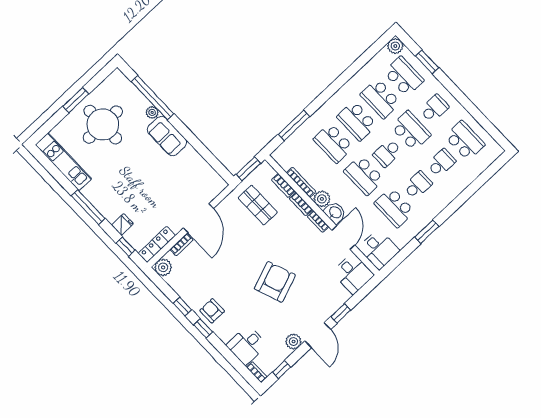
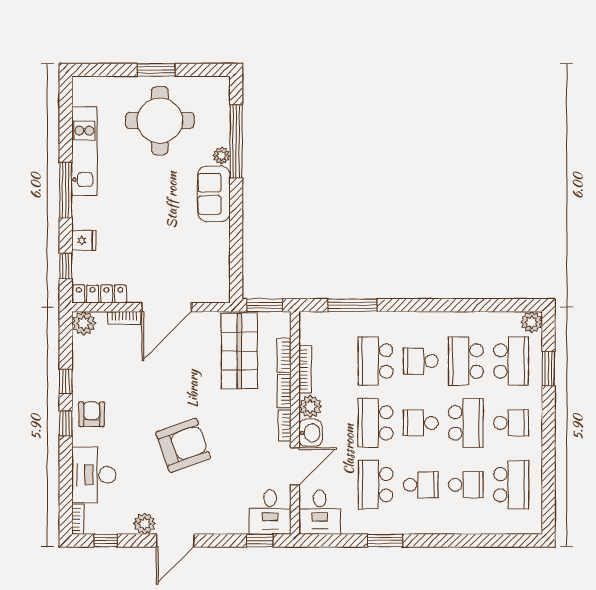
school desk: (357, 121) -> (421, 361), width x0.54
kitchen unit: (63, 162) -> (84, 151), moved
shop shelf: (258, 205) -> (239, 351), width x1.43, depth x1.36
window: (341, 313) -> (260, 541), moved
desk: (247, 345) -> (94, 475), width x1.37

